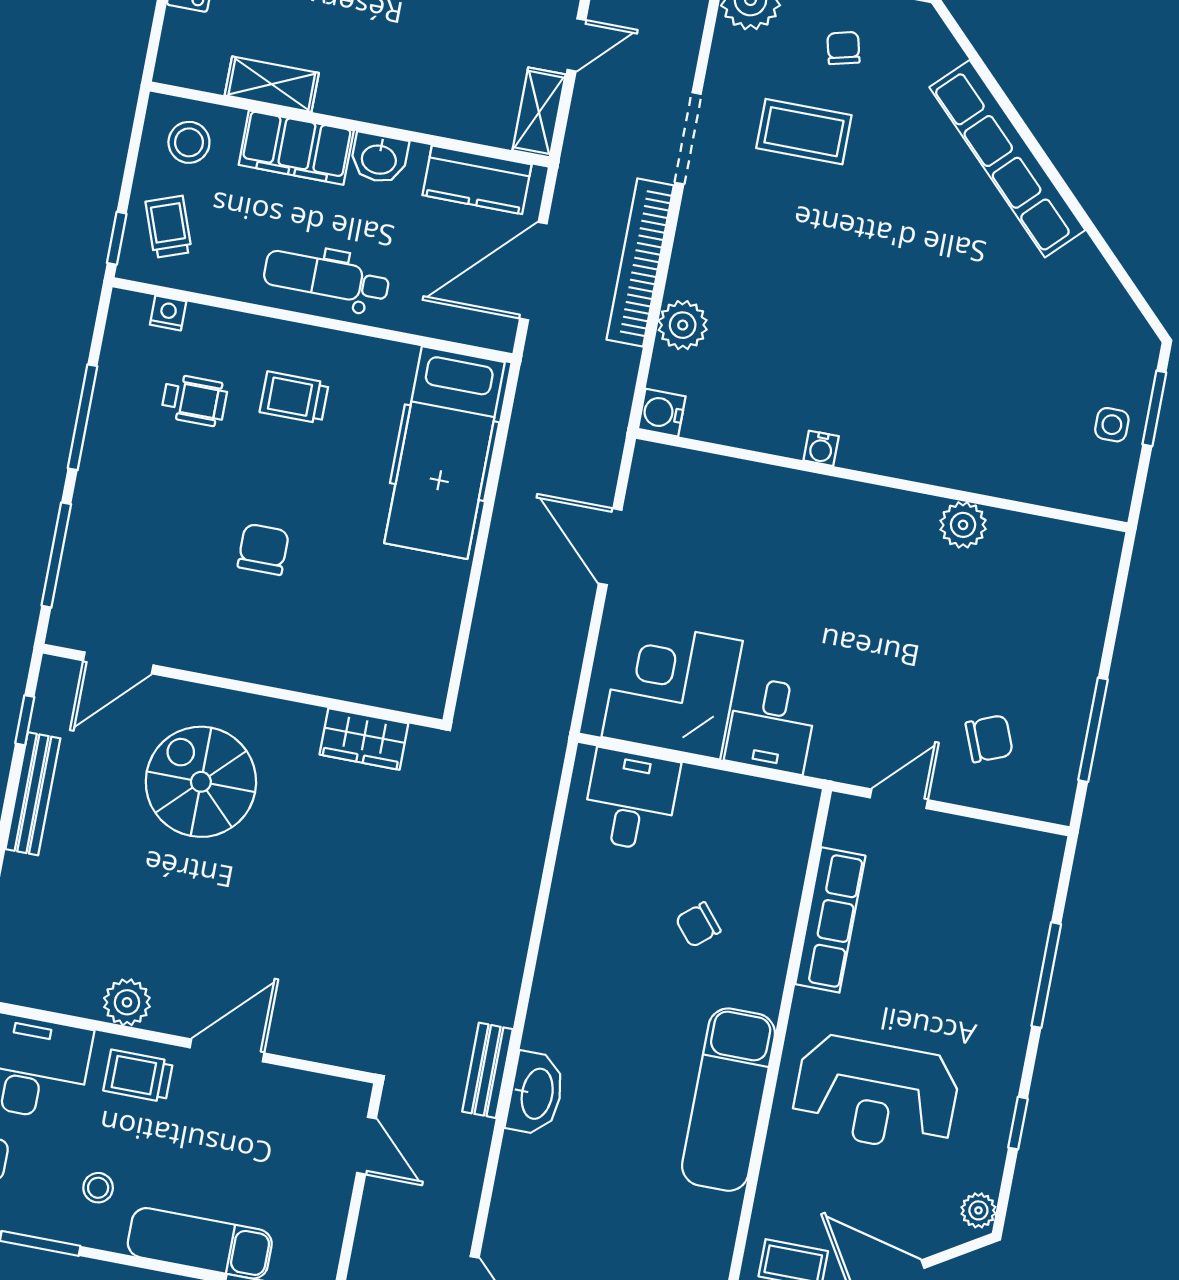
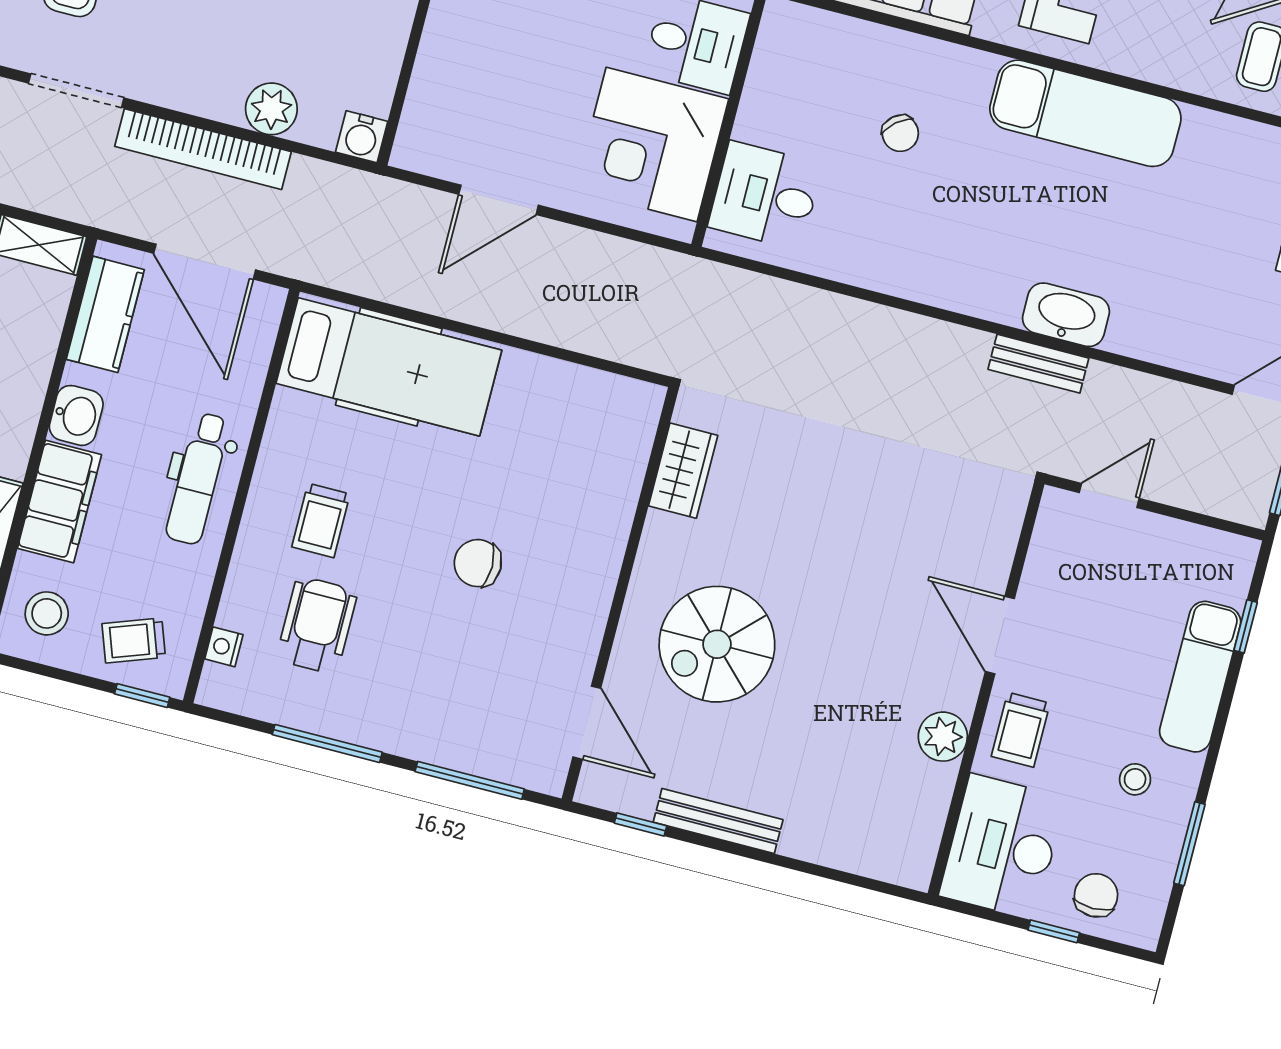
wheelchair: (194, 400) -> (317, 625), width x1.36, depth x1.37

